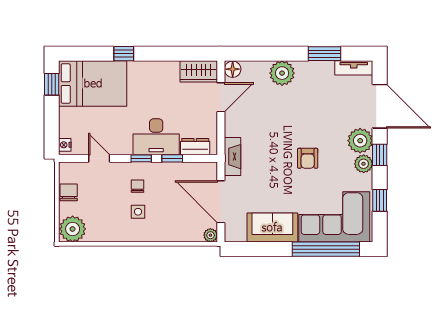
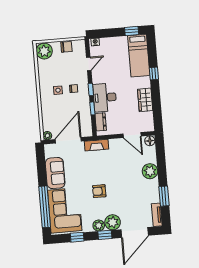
wardrobe: (199, 71) -> (145, 100), moved
bed: (93, 84) -> (139, 56), width x0.67

